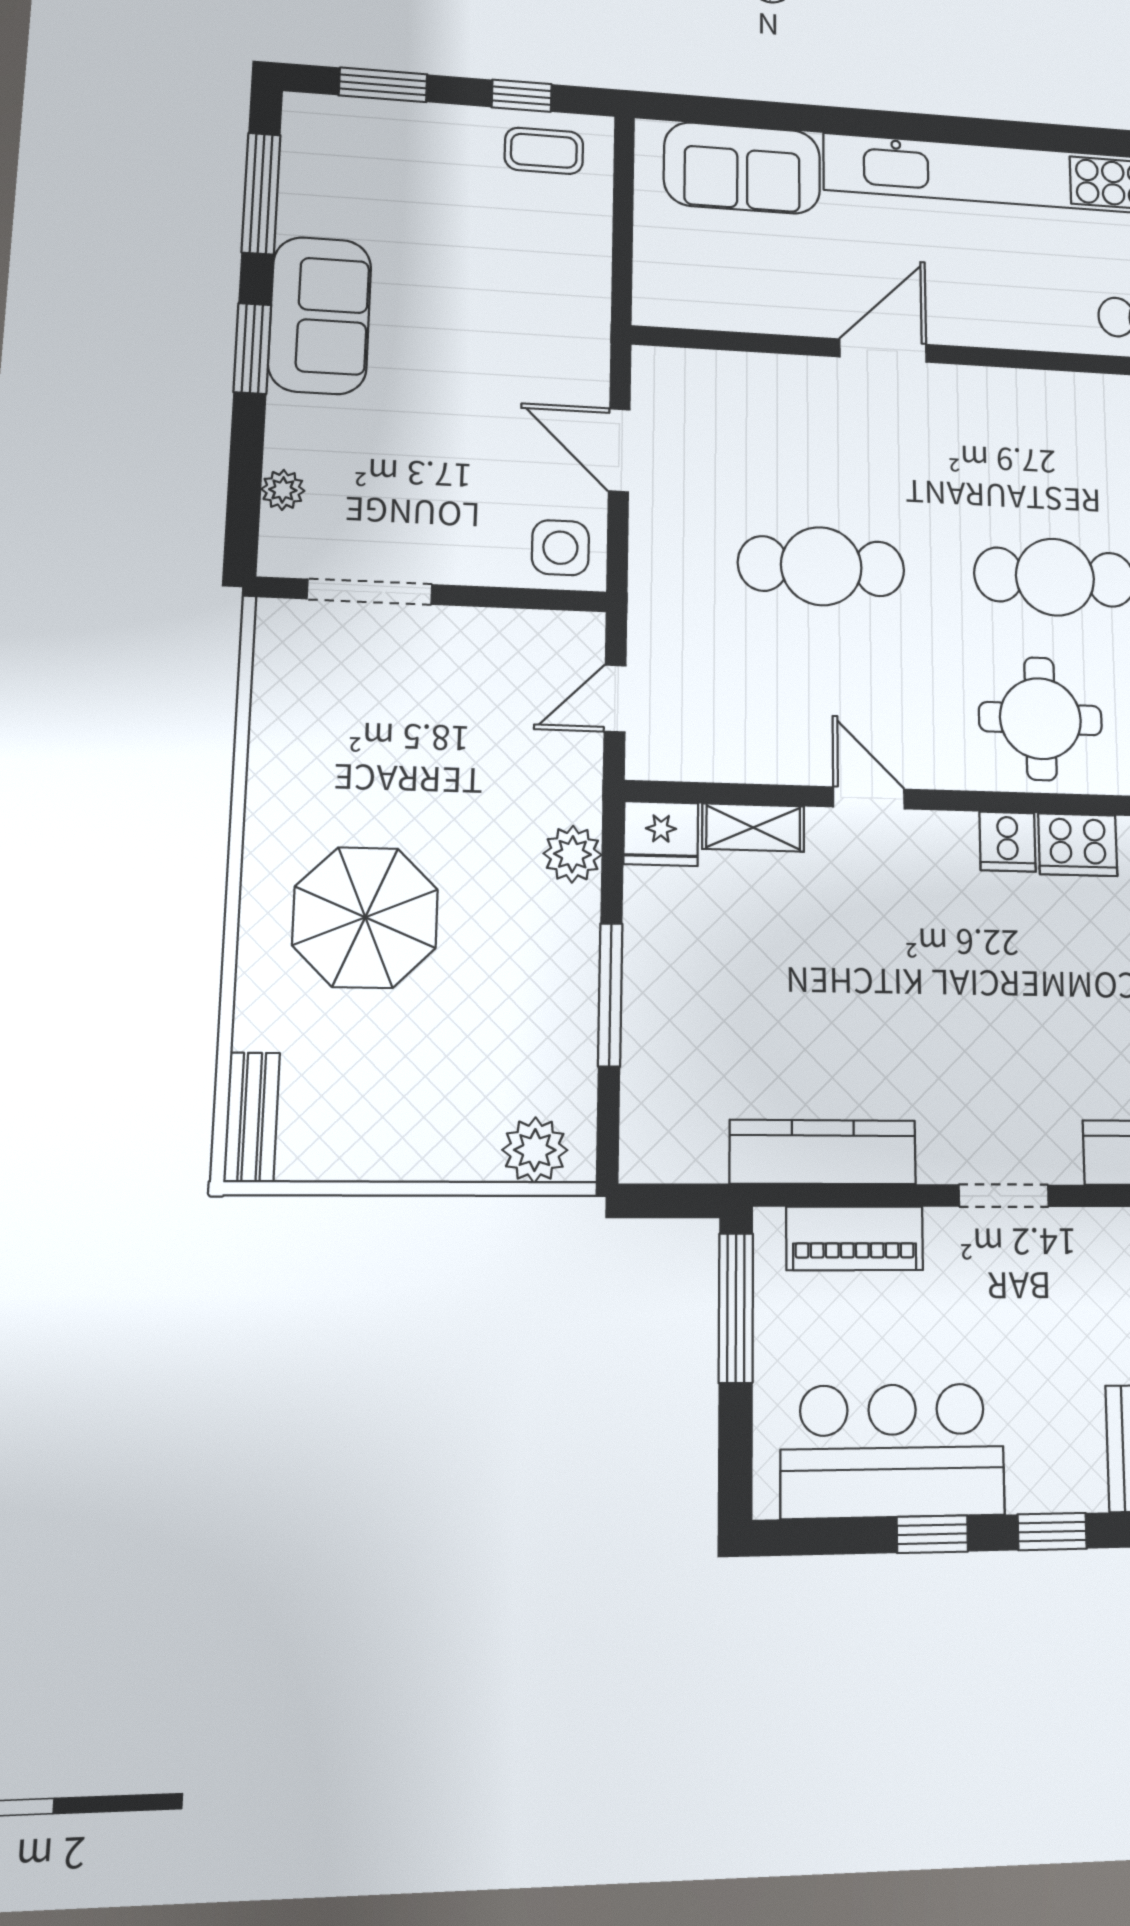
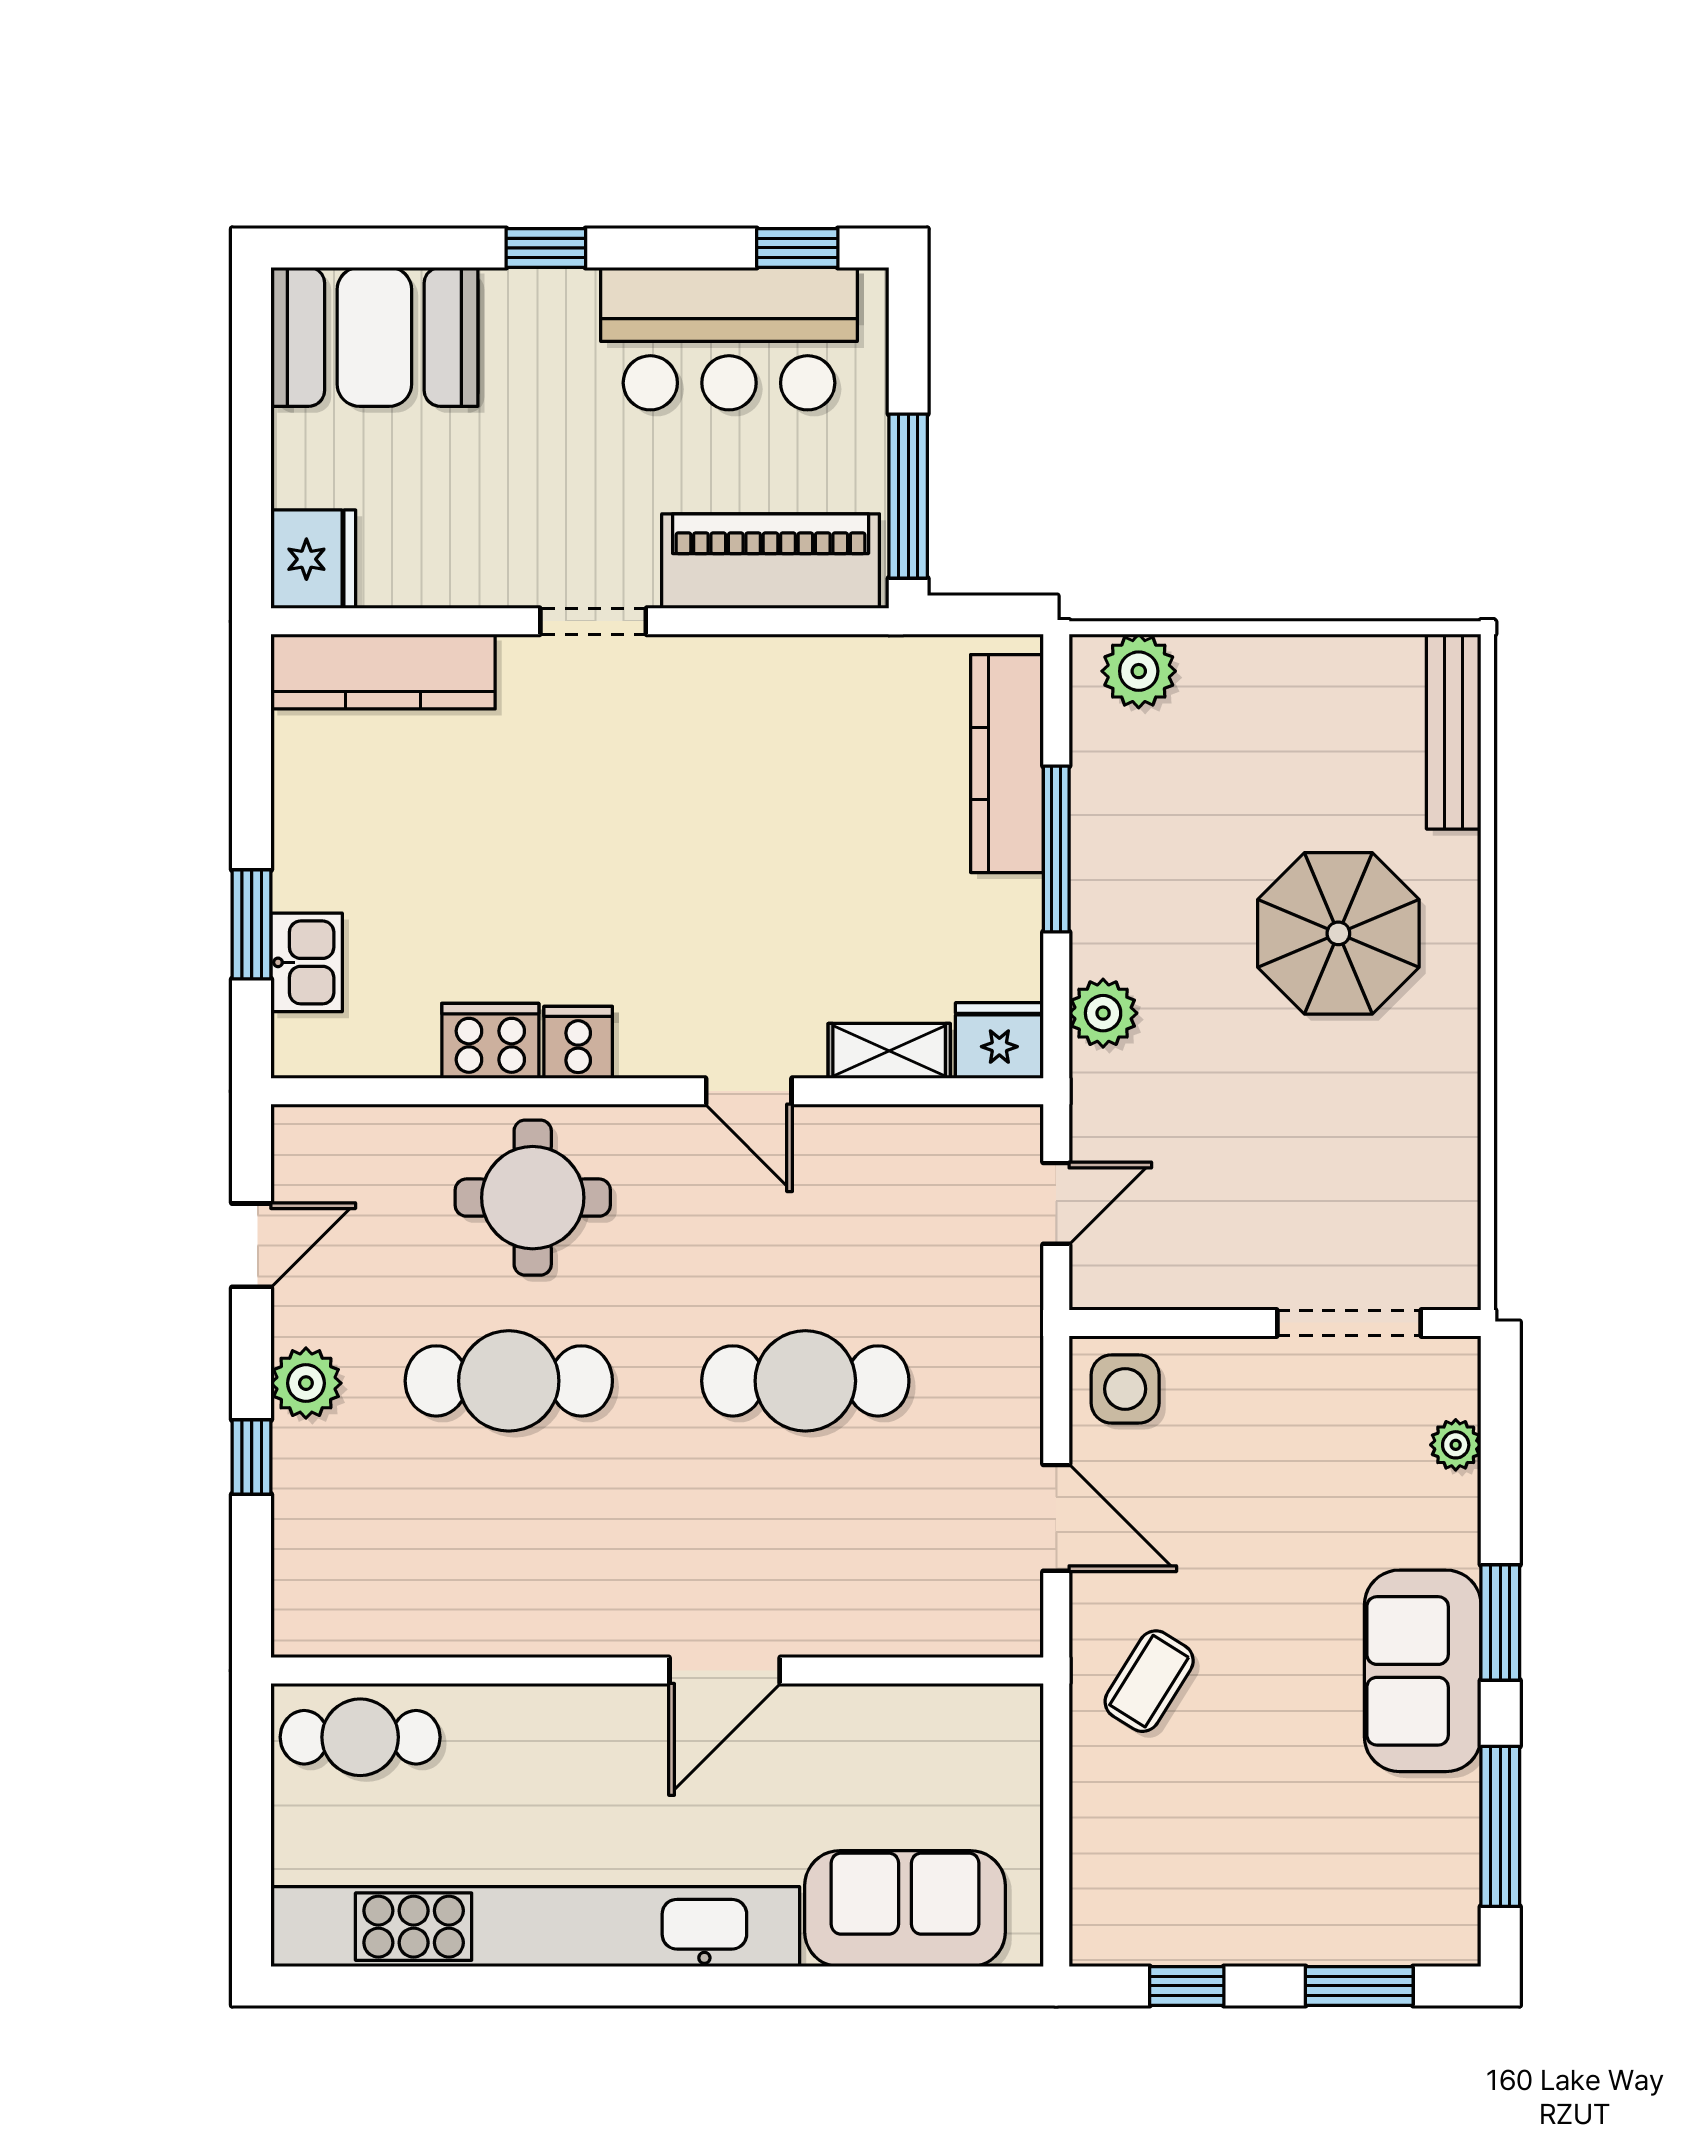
coffee table: (544, 151) -> (1149, 1681), moved, turned -58
bench: (252, 1117) -> (1454, 732), width x1.36
kitchen counter: (823, 1152) -> (1007, 764), moved, turned 90
piano: (855, 1238) -> (771, 561), width x1.37, depth x1.33
window: (932, 1534) -> (797, 248), moved

